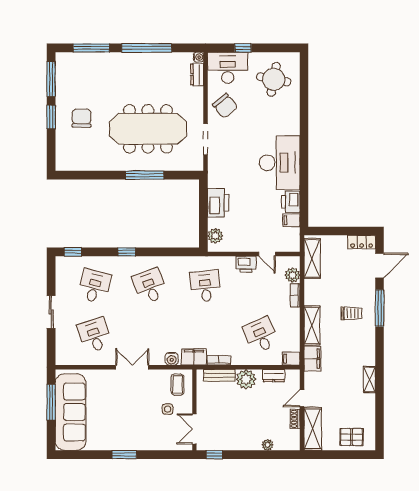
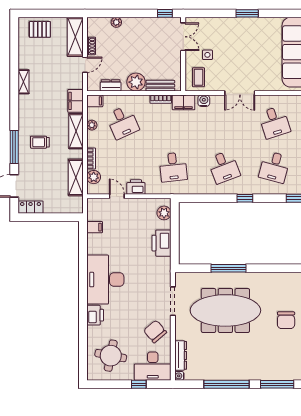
dresser: (197, 75) -> (181, 355), width x1.44
printer: (291, 202) -> (95, 315), moved
shelving: (312, 258) -> (76, 177), moved
plant: (294, 332) -> (92, 125), added

